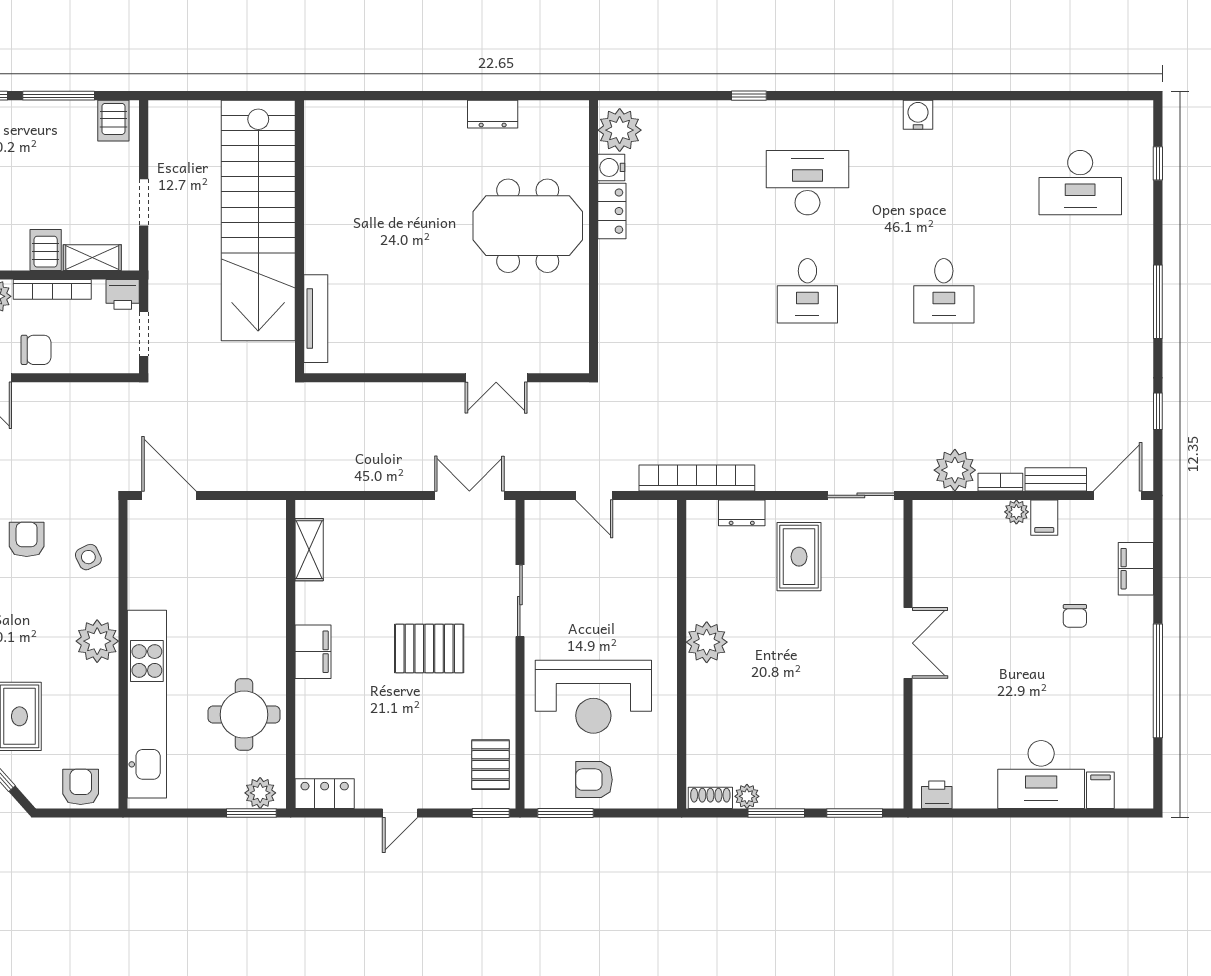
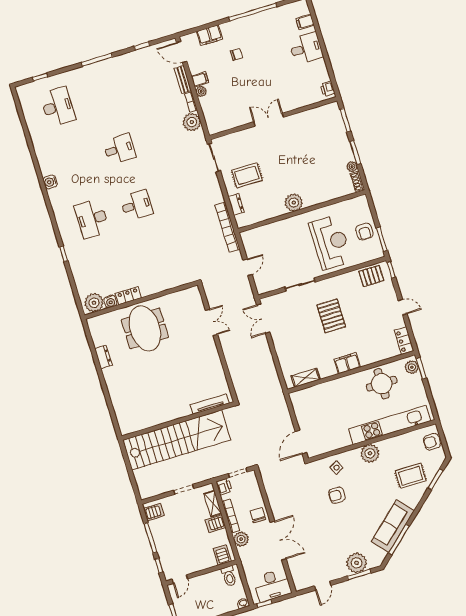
desk: (1041, 774) -> (306, 48), width x0.73

